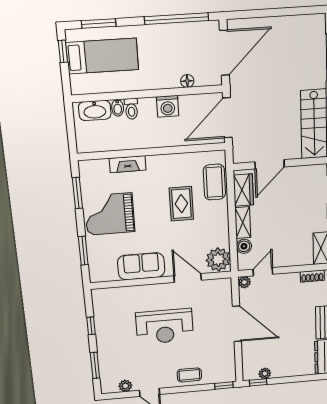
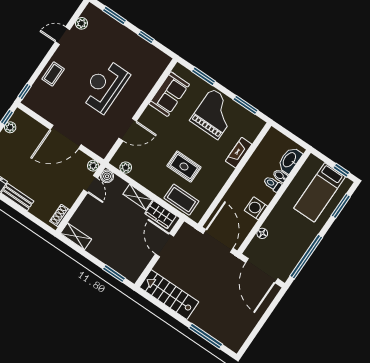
boiler: (244, 246) -> (107, 176), moved
plant: (218, 259) -> (126, 168), width x0.53, depth x0.53
sofa: (141, 266) -> (169, 94), moved

